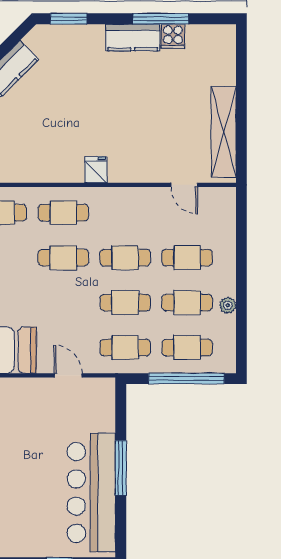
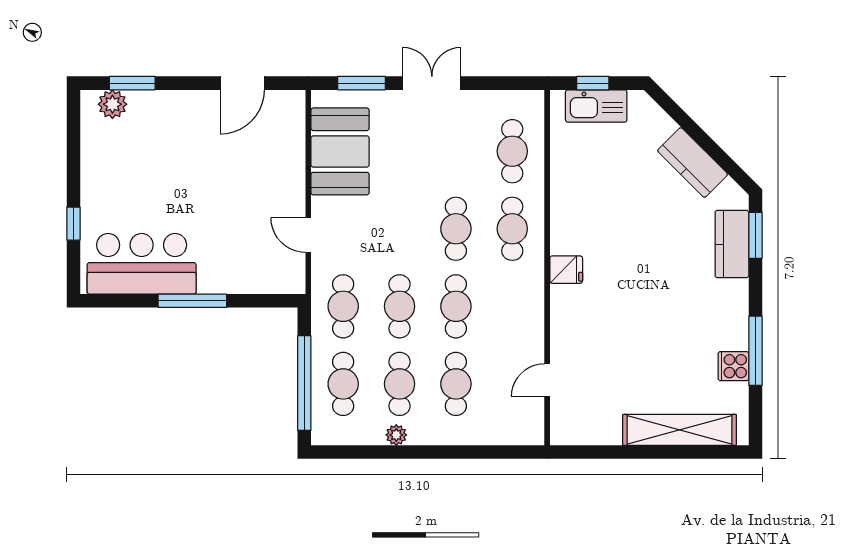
kitchen counter: (133, 37) -> (732, 244), moved
shelving: (224, 132) -> (680, 430), moved
door: (68, 375) -> (308, 235), swing flipped
bar counter: (91, 493) -> (142, 264), width x0.73

